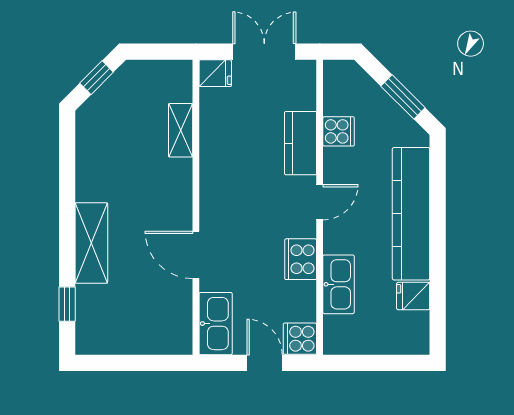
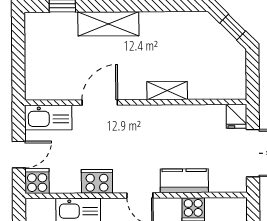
shelving: (181, 130) -> (167, 91), moved

